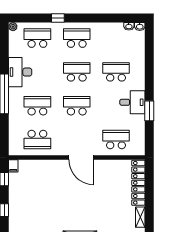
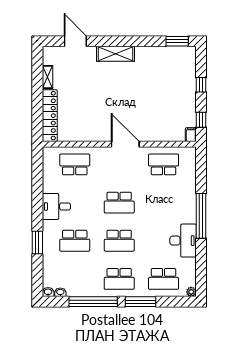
window: (58, 18) -> (140, 302), width x2.17
window: (100, 18) -> (93, 302), added
school desk: (37, 106) -> (164, 203), removed
window: (149, 111) -> (37, 243), moved
school desk: (116, 140) -> (75, 164), turned 180
door: (81, 157) -> (125, 144), moved

